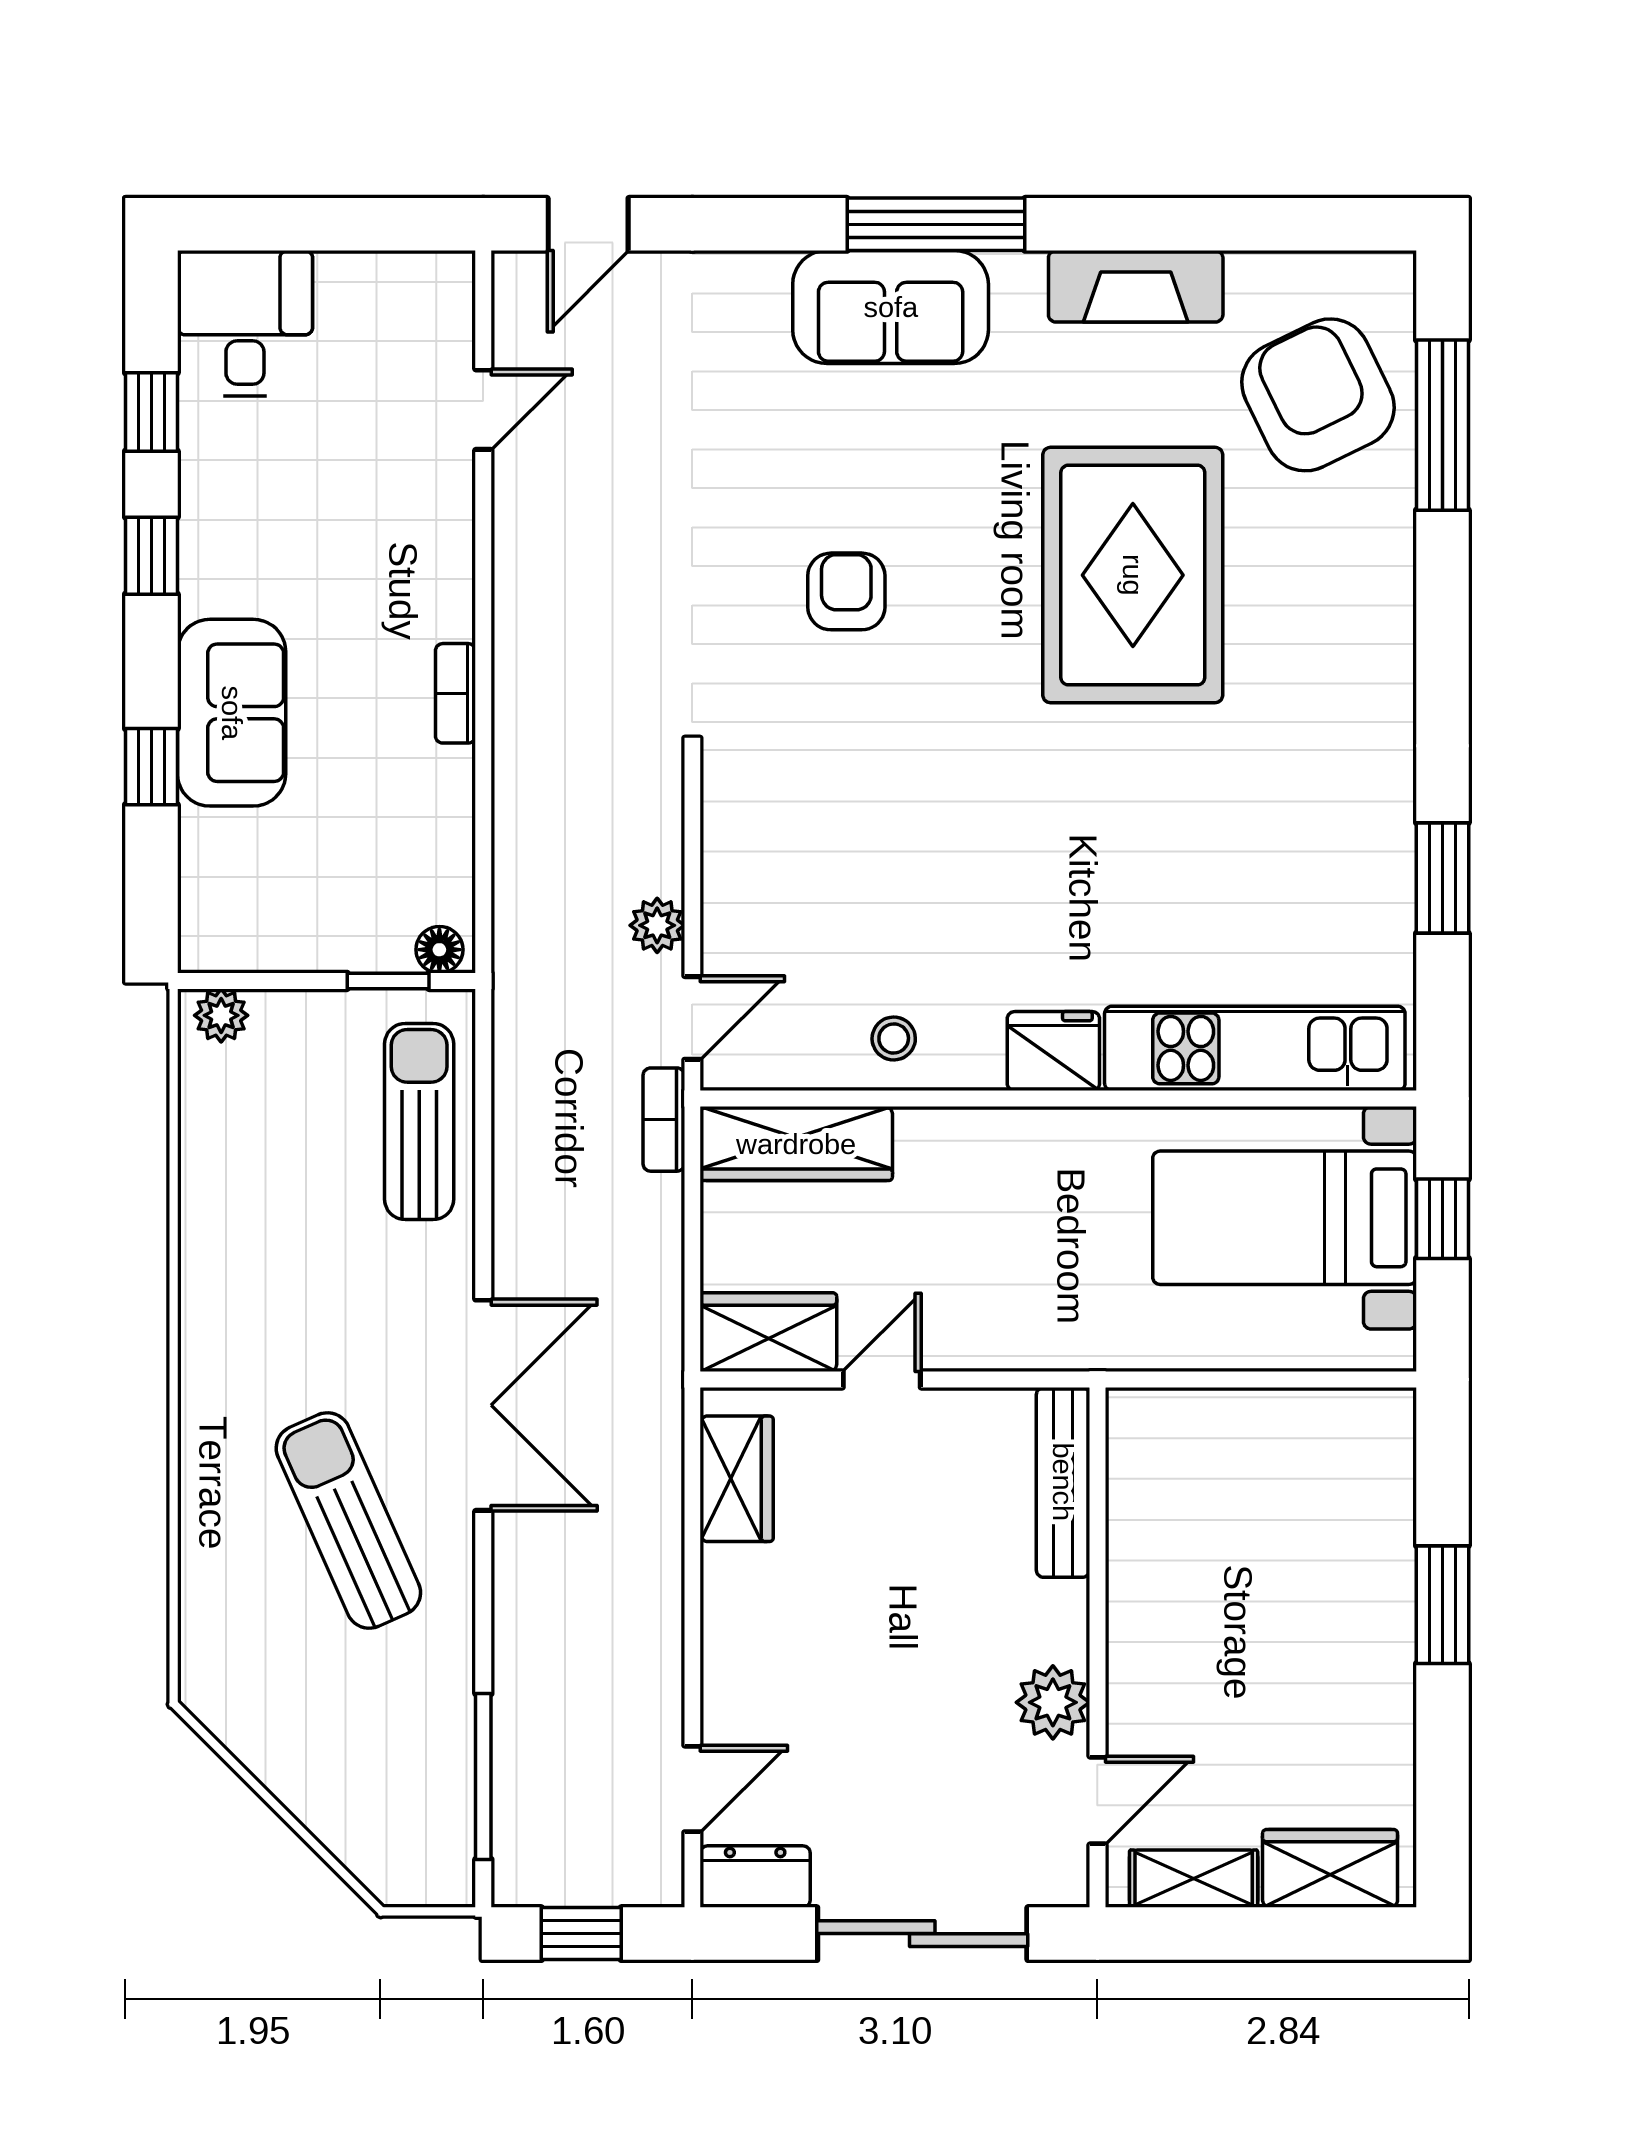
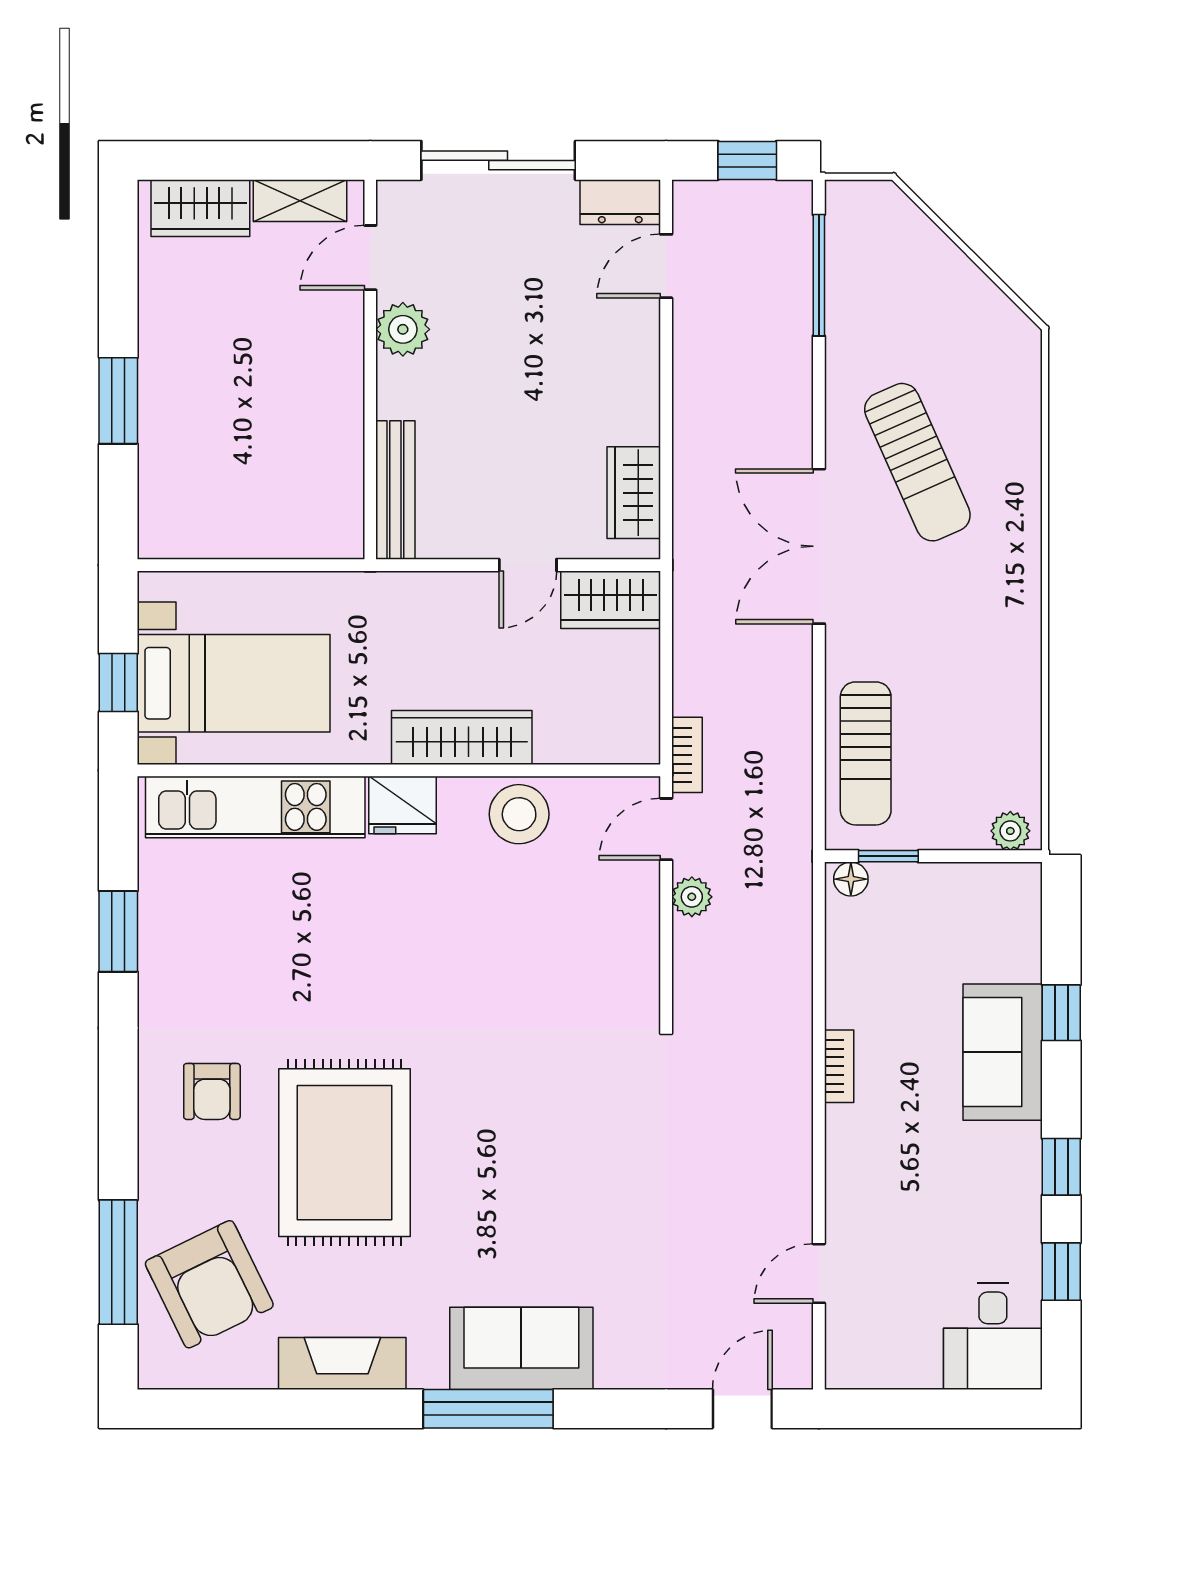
armchair: (846, 591) -> (212, 1091), moved
stool: (894, 1038) -> (519, 814), width x1.89, depth x1.89
wardrobe: (796, 1144) -> (462, 737), moved

